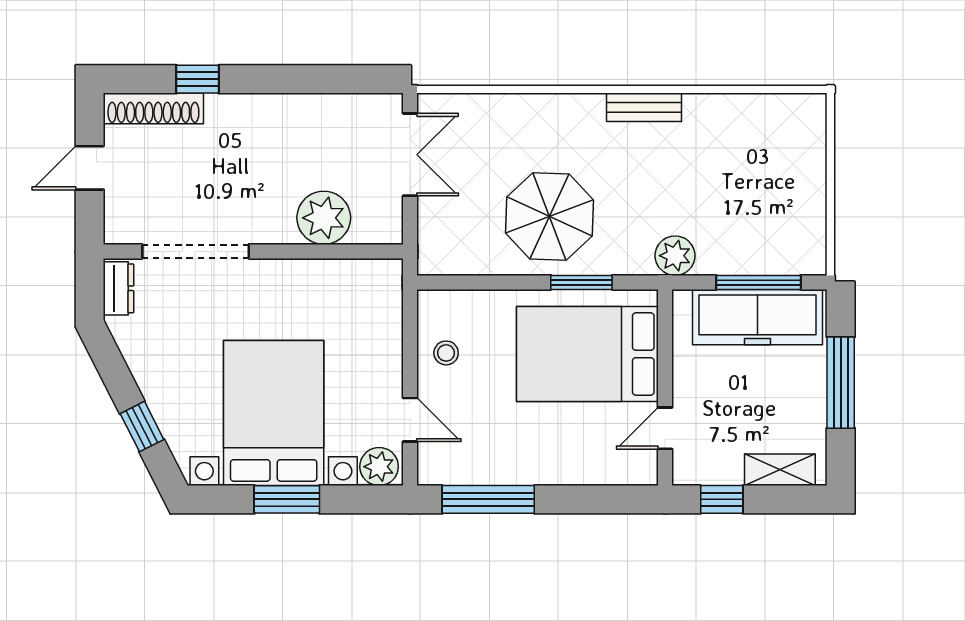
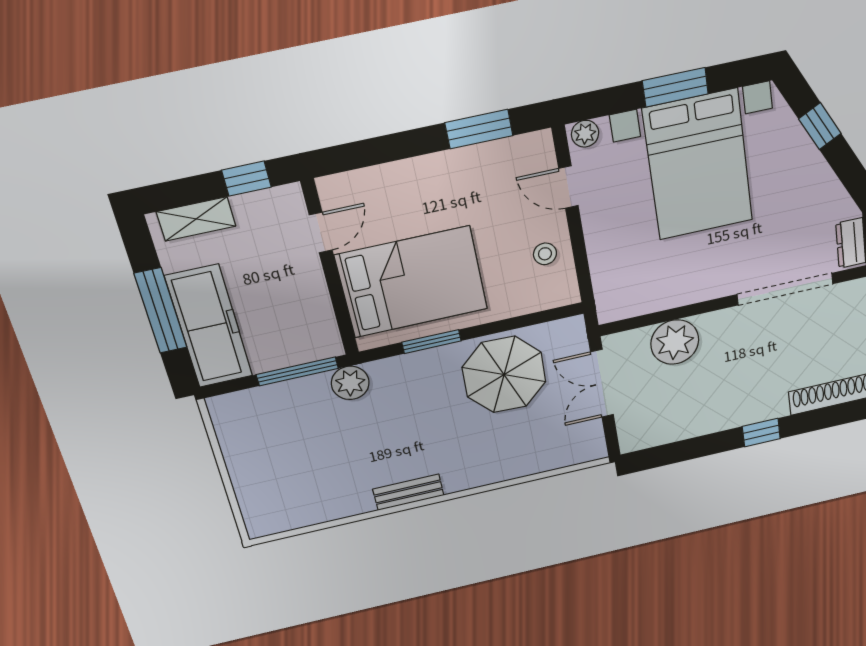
window: (198, 79) -> (761, 433), moved
double door: (410, 155) -> (602, 384), moved
parasol: (549, 216) -> (504, 375), moved
window: (759, 282) -> (297, 371), moved
freezer: (758, 317) -> (209, 327), moved, turned 90
plant: (379, 467) -> (585, 134), width x0.73, depth x0.73
window: (488, 499) -> (479, 129), width x0.69

